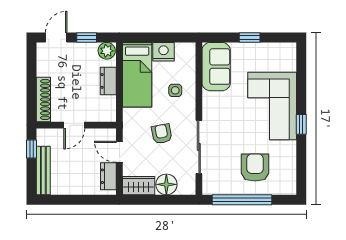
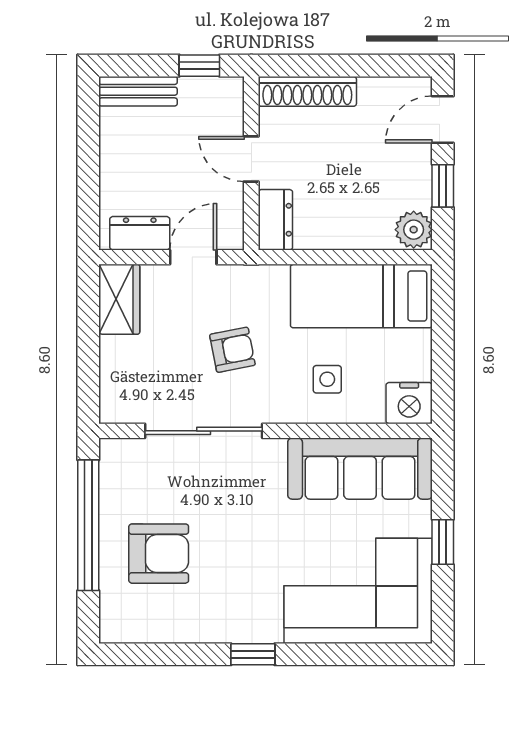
door: (56, 37) -> (443, 119), swing flipped
nightstand: (164, 52) -> (409, 403), moved, turned 90
sofa: (216, 67) -> (360, 469), width x1.36
dresser: (108, 81) -> (275, 220), moved, turned 90
corner sofa: (272, 106) -> (358, 591), moved
bench: (43, 171) -> (138, 91), width x0.73
floor lamp: (166, 184) -> (122, 360), removed

